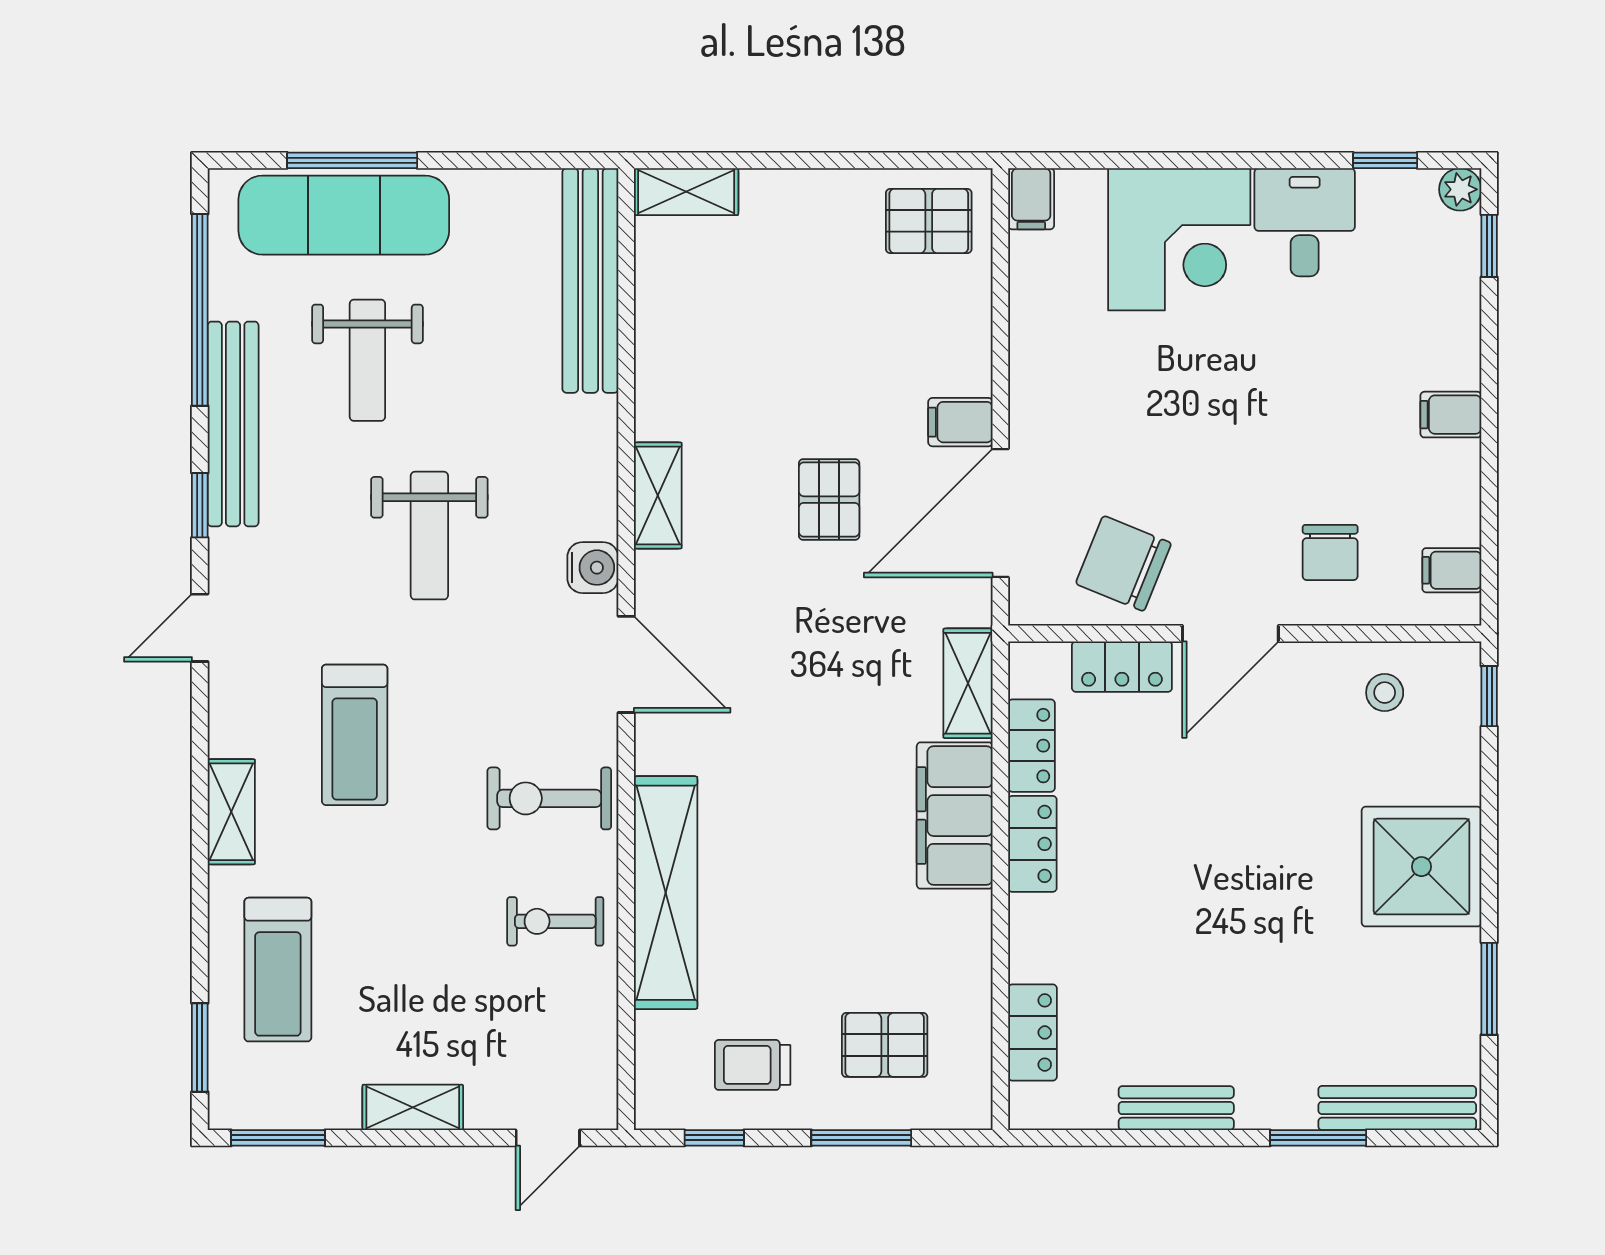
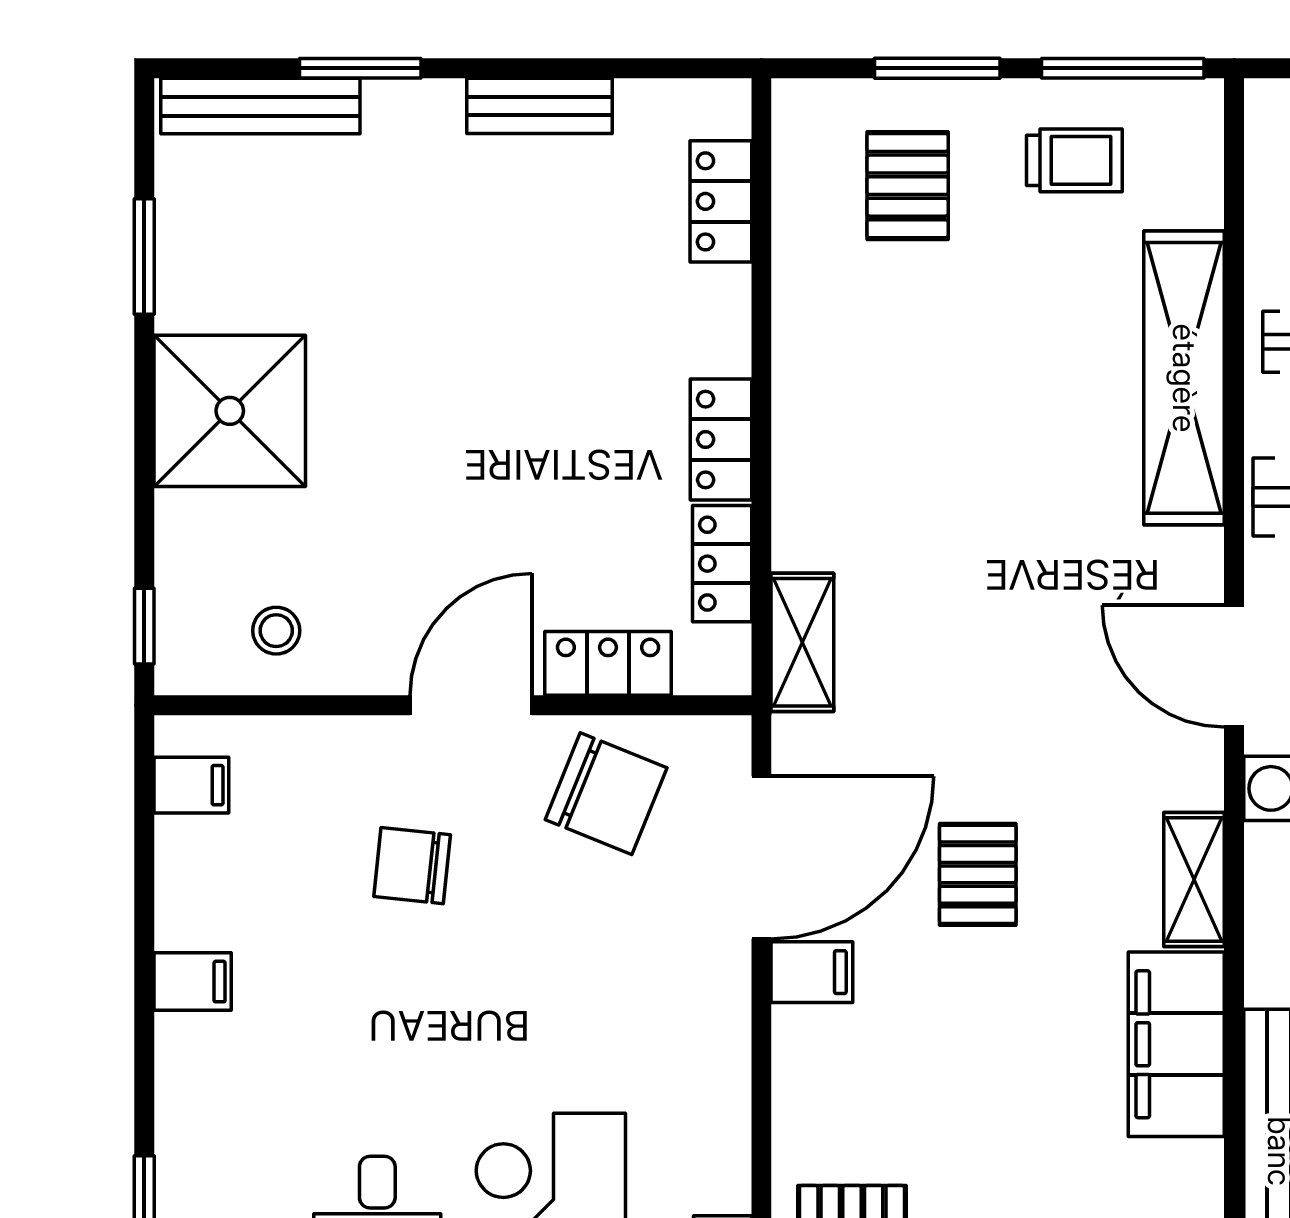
chair: (1330, 552) -> (412, 866), moved, turned -84
filing cabinet: (955, 816) -> (1176, 1044), moved, turned 180
pallet: (885, 1045) -> (908, 186), turned 90
window: (714, 1138) -> (1123, 68), width x2.17

